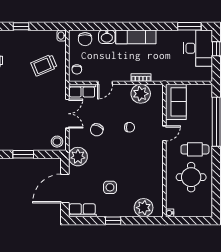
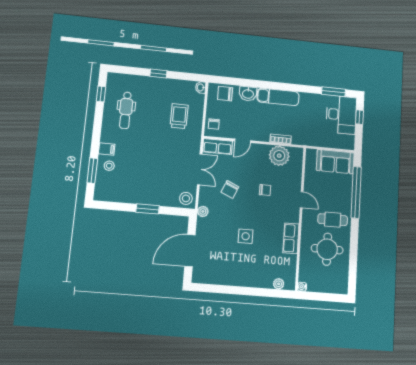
chair: (85, 39) -> (225, 94), turned 90
trolley: (44, 65) -> (179, 116), turned 113
sofa: (176, 102) -> (335, 162), moved, turned 90
door: (164, 133) -> (302, 200), hinge flipped
plant: (78, 157) -> (203, 211), width x0.53, depth x0.53
side table: (110, 187) -> (246, 236), moved
plant: (144, 208) -> (279, 284), width x0.53, depth x0.53
row of seats: (82, 210) -> (291, 238), moved, turned -90
window: (113, 221) -> (240, 291), removed

